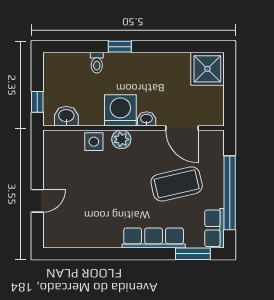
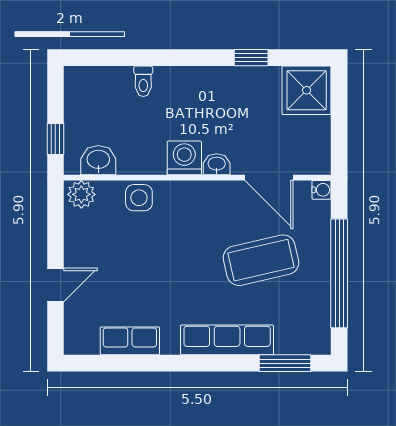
window: (120, 47) -> (251, 58), moved
washing machine: (120, 110) -> (184, 158), width x0.73, depth x0.73
water cooler: (218, 136) -> (321, 190), added
plant: (121, 139) -> (81, 194), moved
row of seats: (214, 228) -> (130, 341), moved, turned 90

